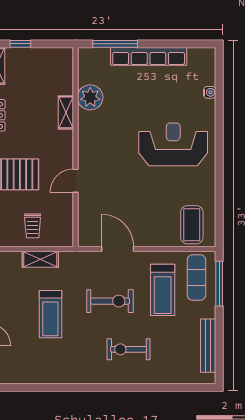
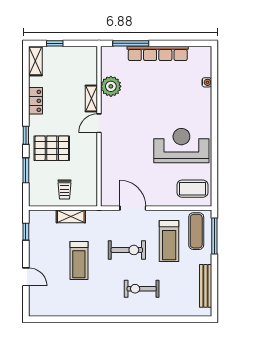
reception desk: (173, 144) -> (181, 146), moved
door: (75, 181) -> (99, 123), moved
coffee table: (192, 225) -> (192, 189), turned 90

